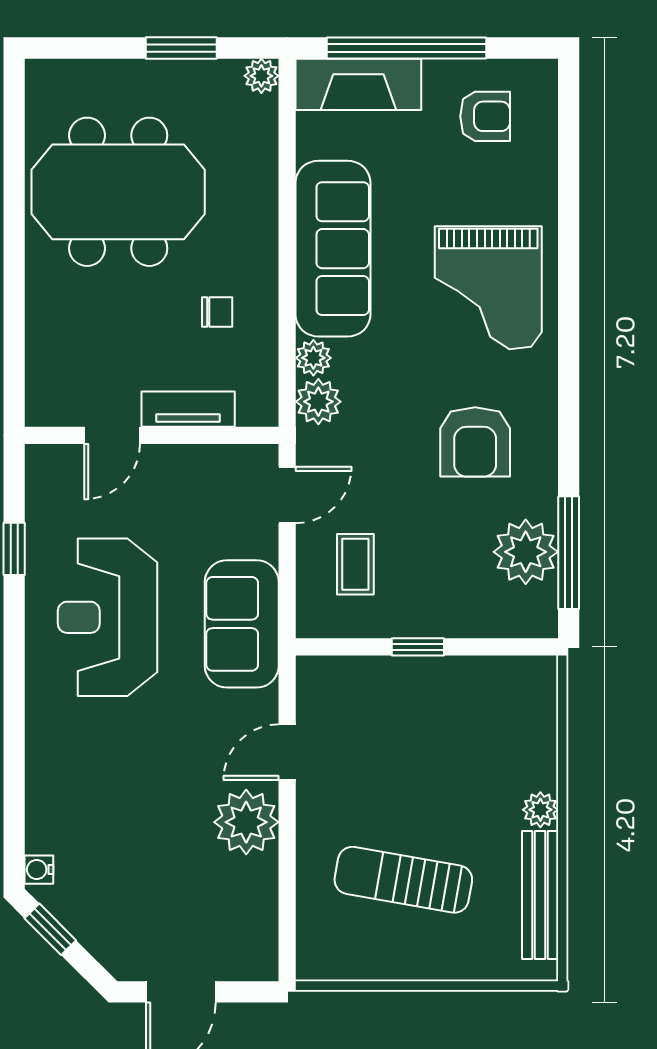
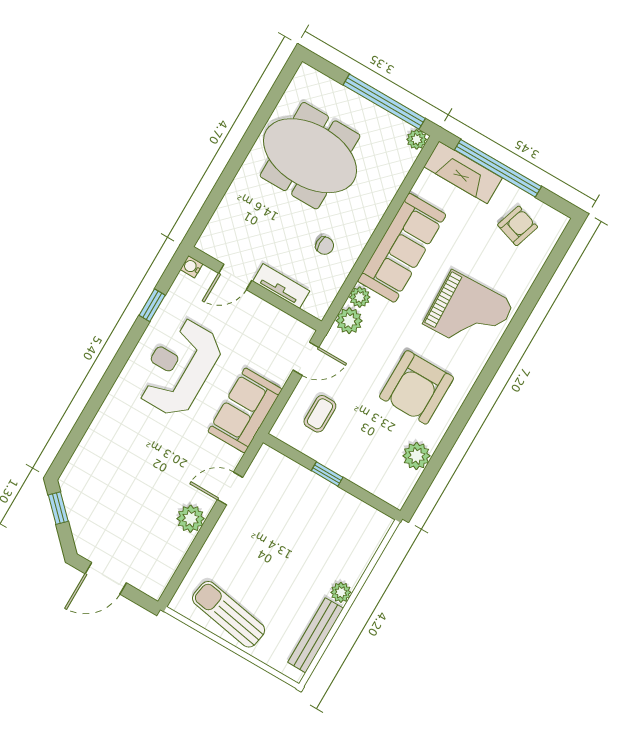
window: (181, 48) -> (384, 102), width x2.11
armchair: (485, 116) -> (518, 226), turned -72
grand piano: (488, 288) -> (469, 313), turned -92
armchair: (475, 442) -> (416, 387), width x1.36, depth x1.36
plant: (526, 552) -> (417, 456), width x0.73, depth x0.73
window: (569, 553) -> (431, 471), removed
plant: (246, 822) -> (191, 519), width x0.73, depth x0.73
water cooler: (39, 870) -> (191, 267), moved
sun lounger: (403, 880) -> (229, 614), moved

